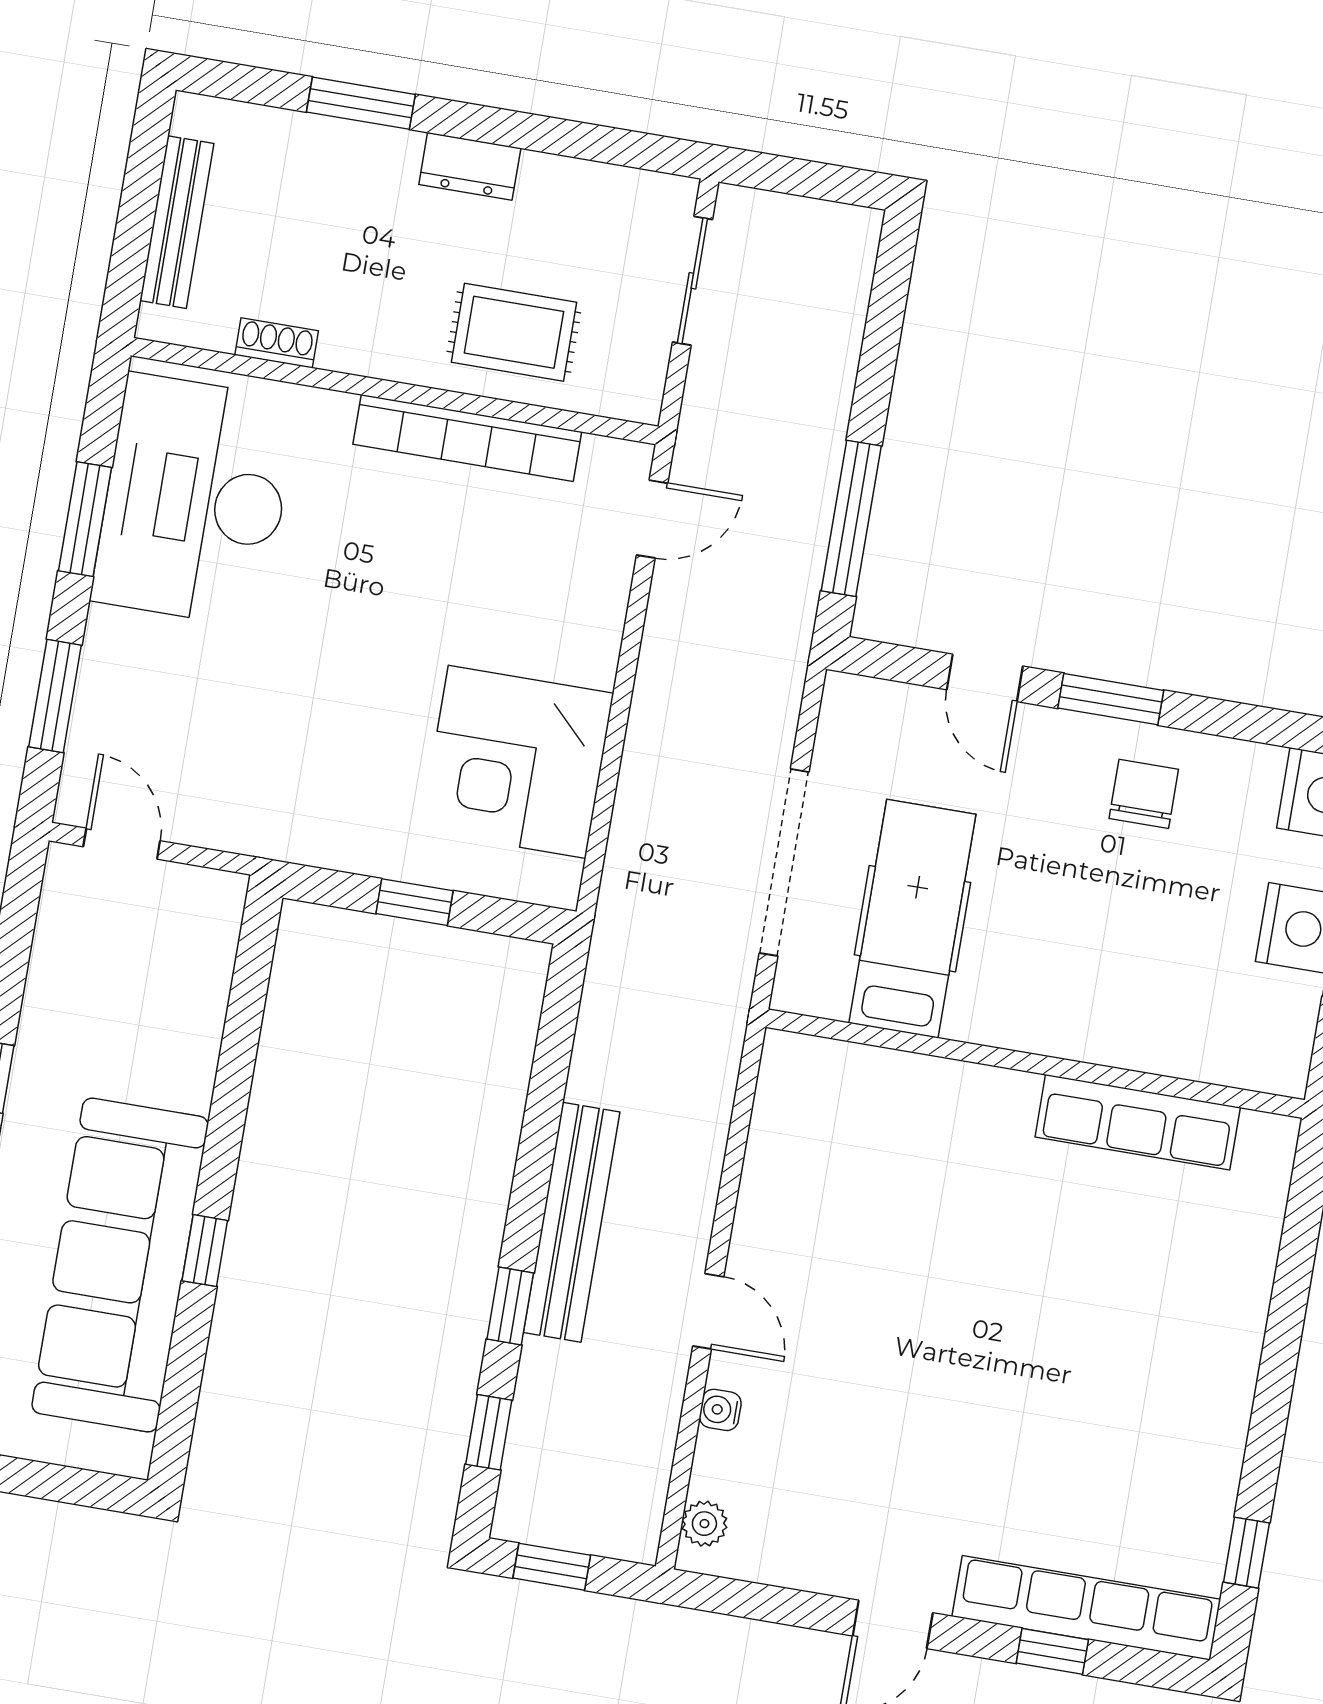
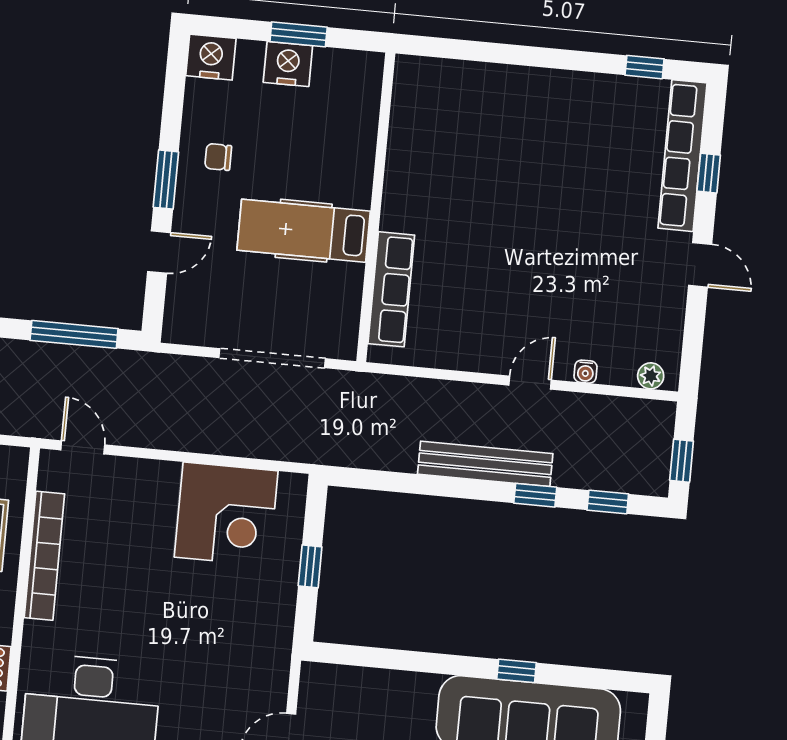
chair: (1144, 794) -> (218, 157), width x0.73, depth x0.73
hospital bed: (912, 919) -> (304, 231), moved
row of seats: (1138, 1122) -> (391, 289), moved

